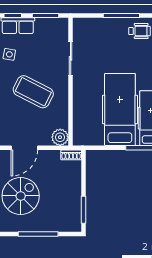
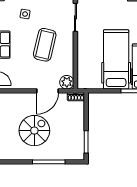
coffee table: (33, 92) -> (45, 45), turned 76
door: (24, 148) -> (48, 91), moved

